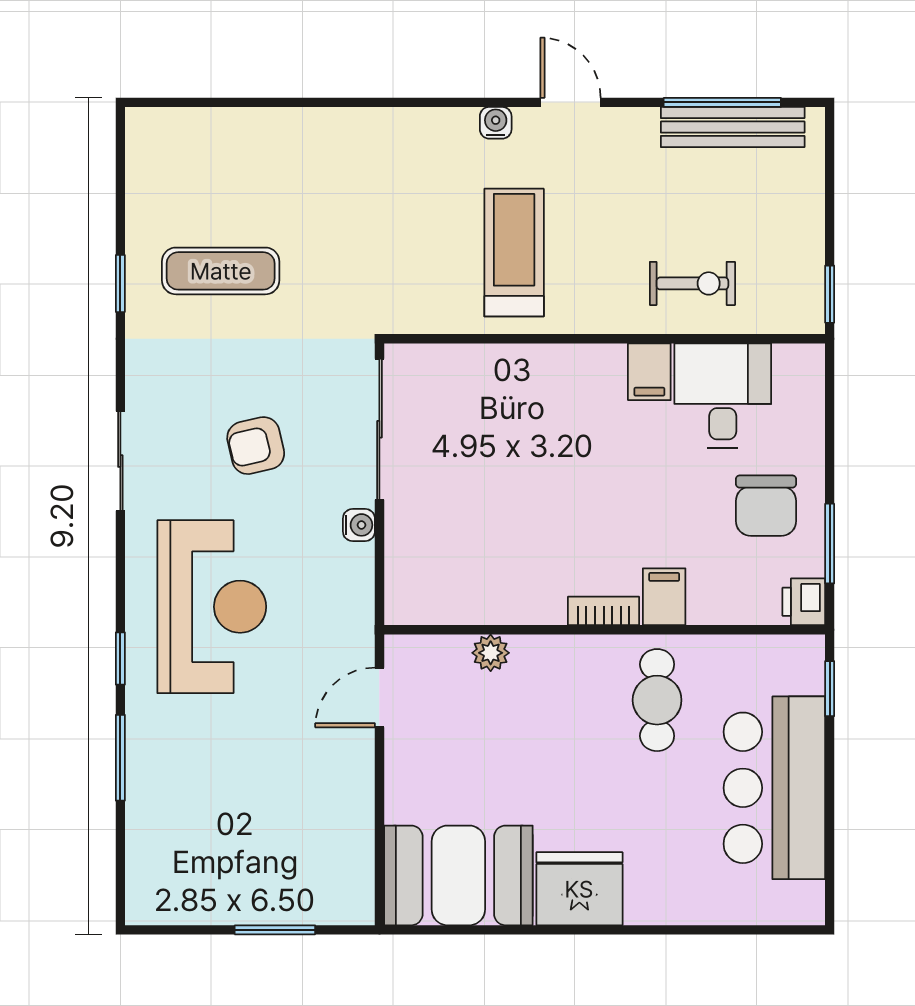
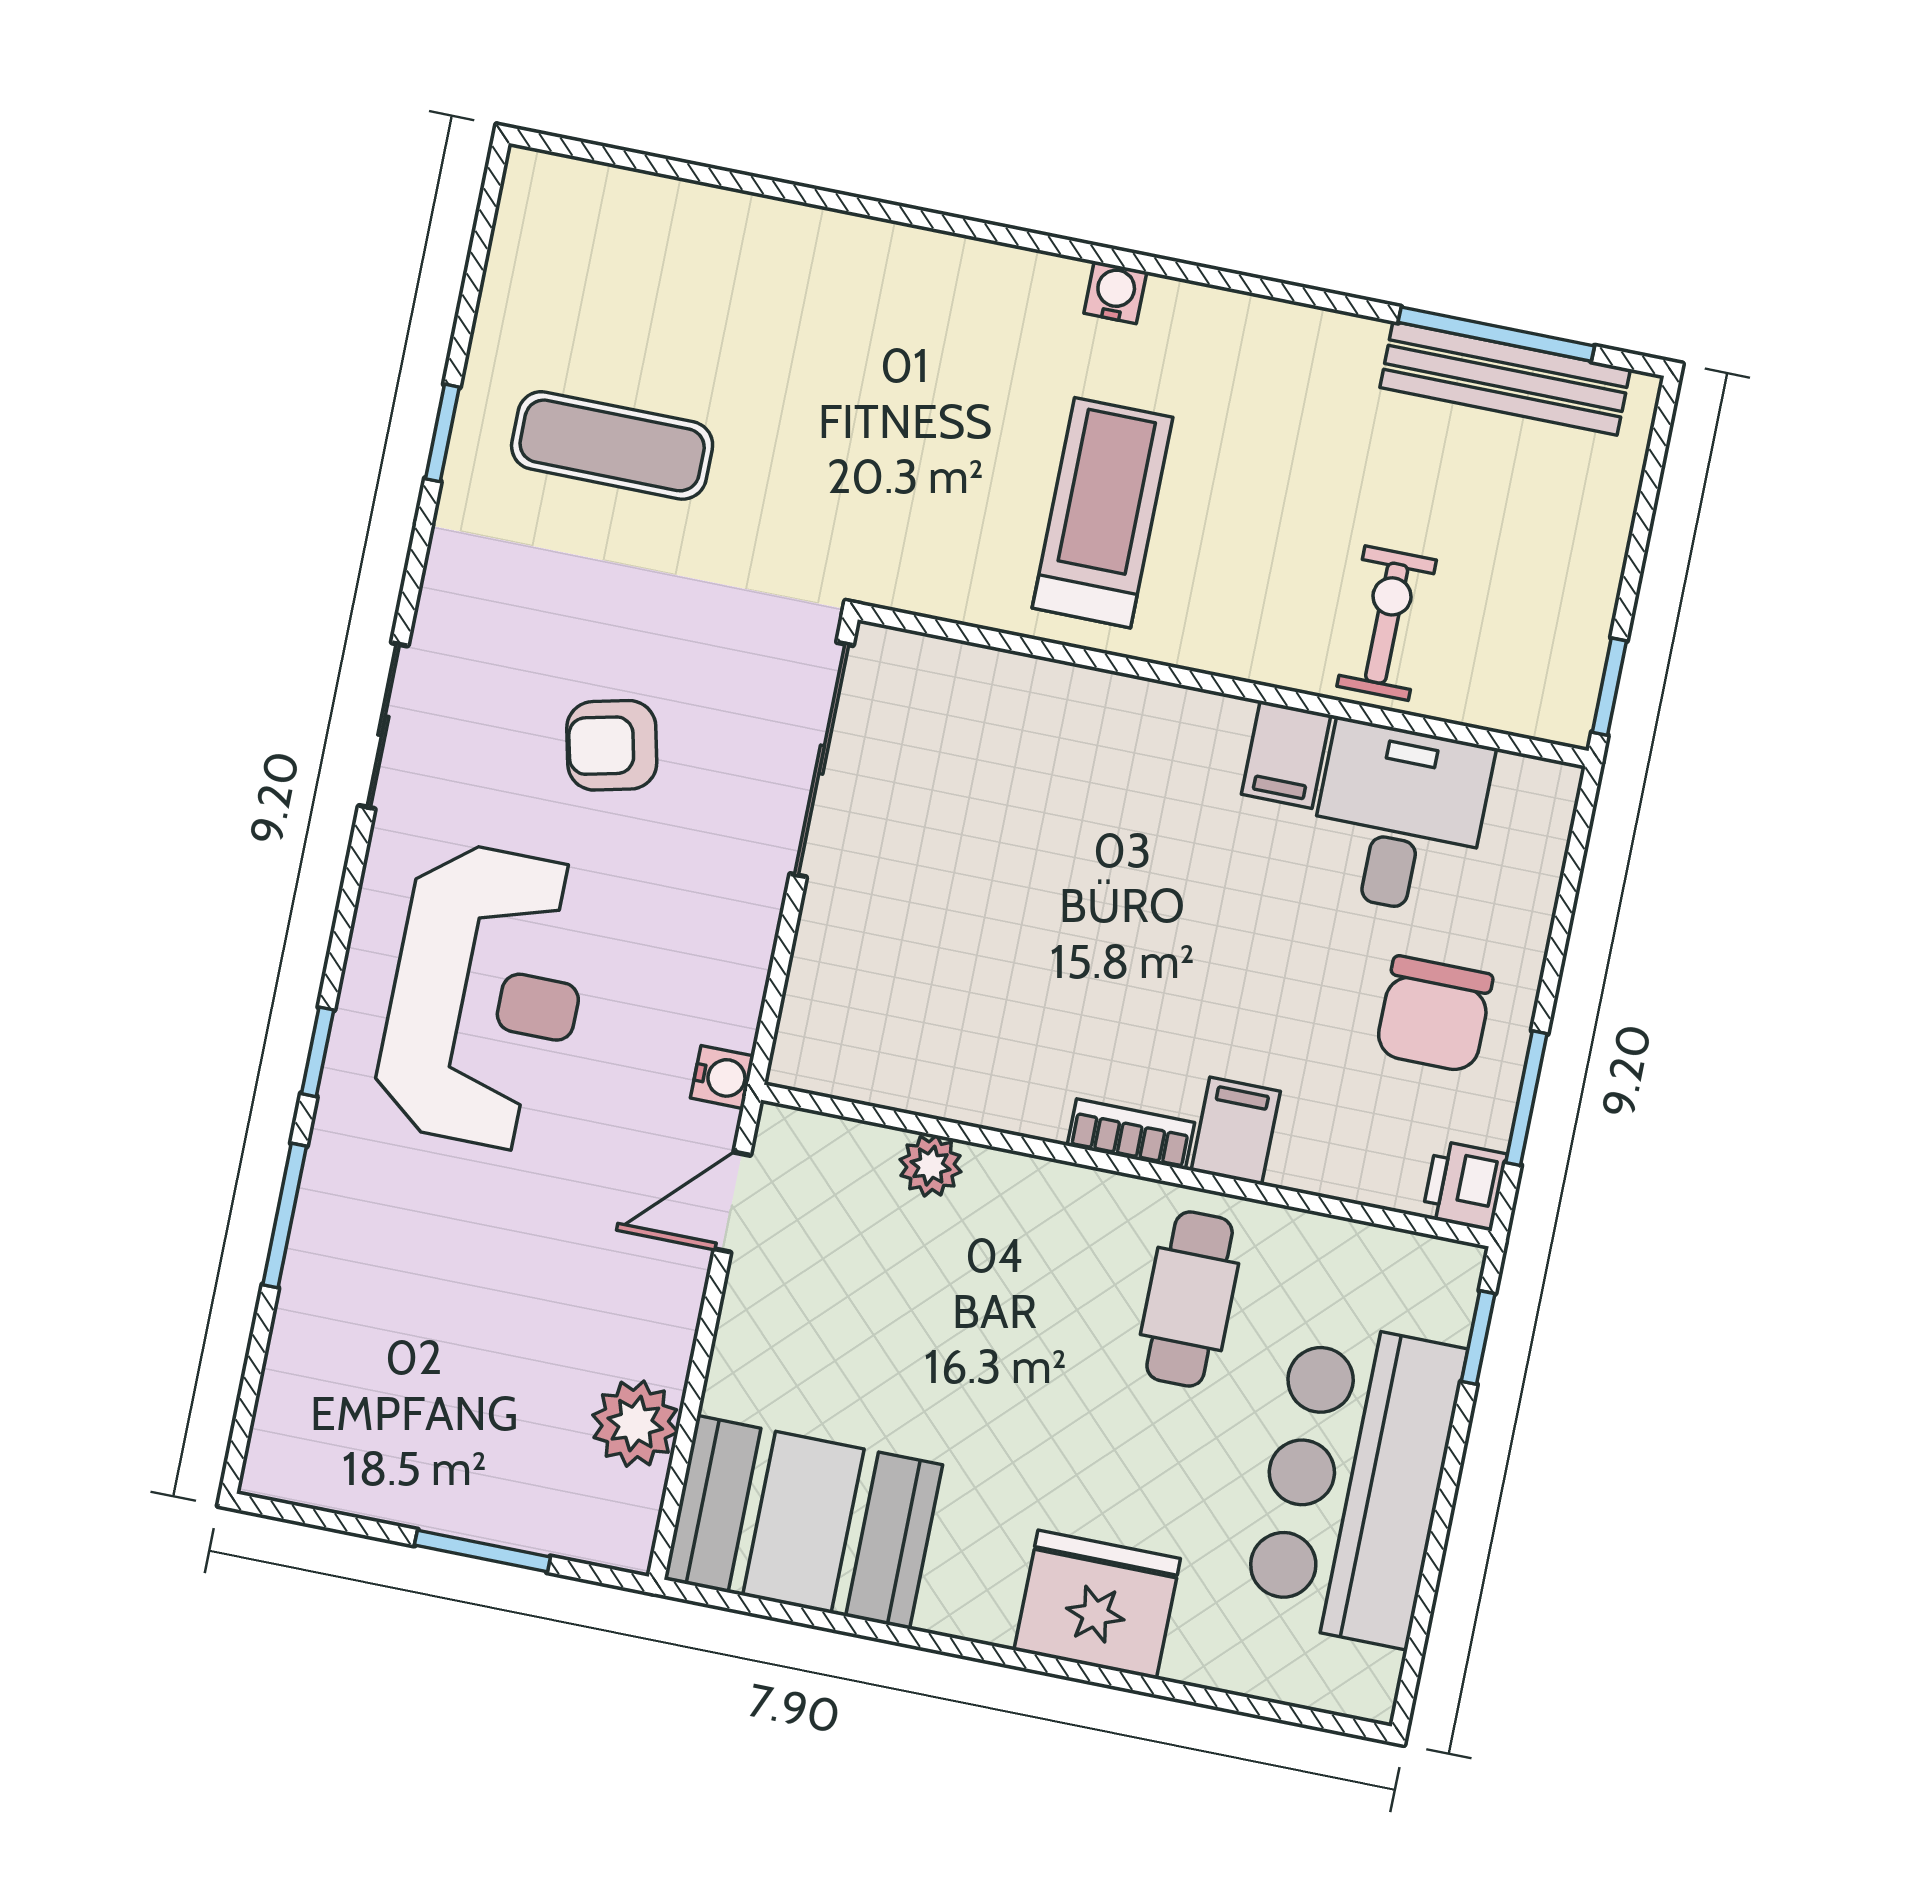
door: (571, 102) -> (1246, 284), removed
exercise bike: (692, 283) -> (1387, 623), turned -90
water cooler: (359, 525) -> (722, 1077), moved
plant: (349, 838) -> (635, 1424), added
fridge: (579, 889) -> (1097, 1604), moved

